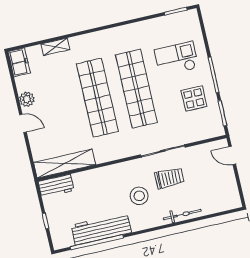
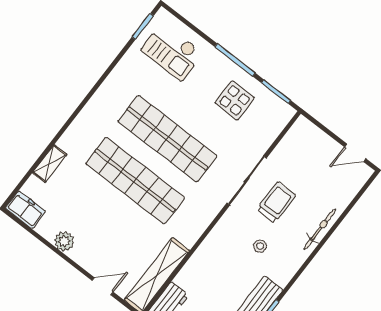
checkout: (176, 59) -> (172, 51), moved, turned -90
door: (23, 123) -> (103, 286), moved
door: (232, 155) -> (355, 153), moved
stool: (139, 196) -> (260, 246), width x0.53, depth x0.53

